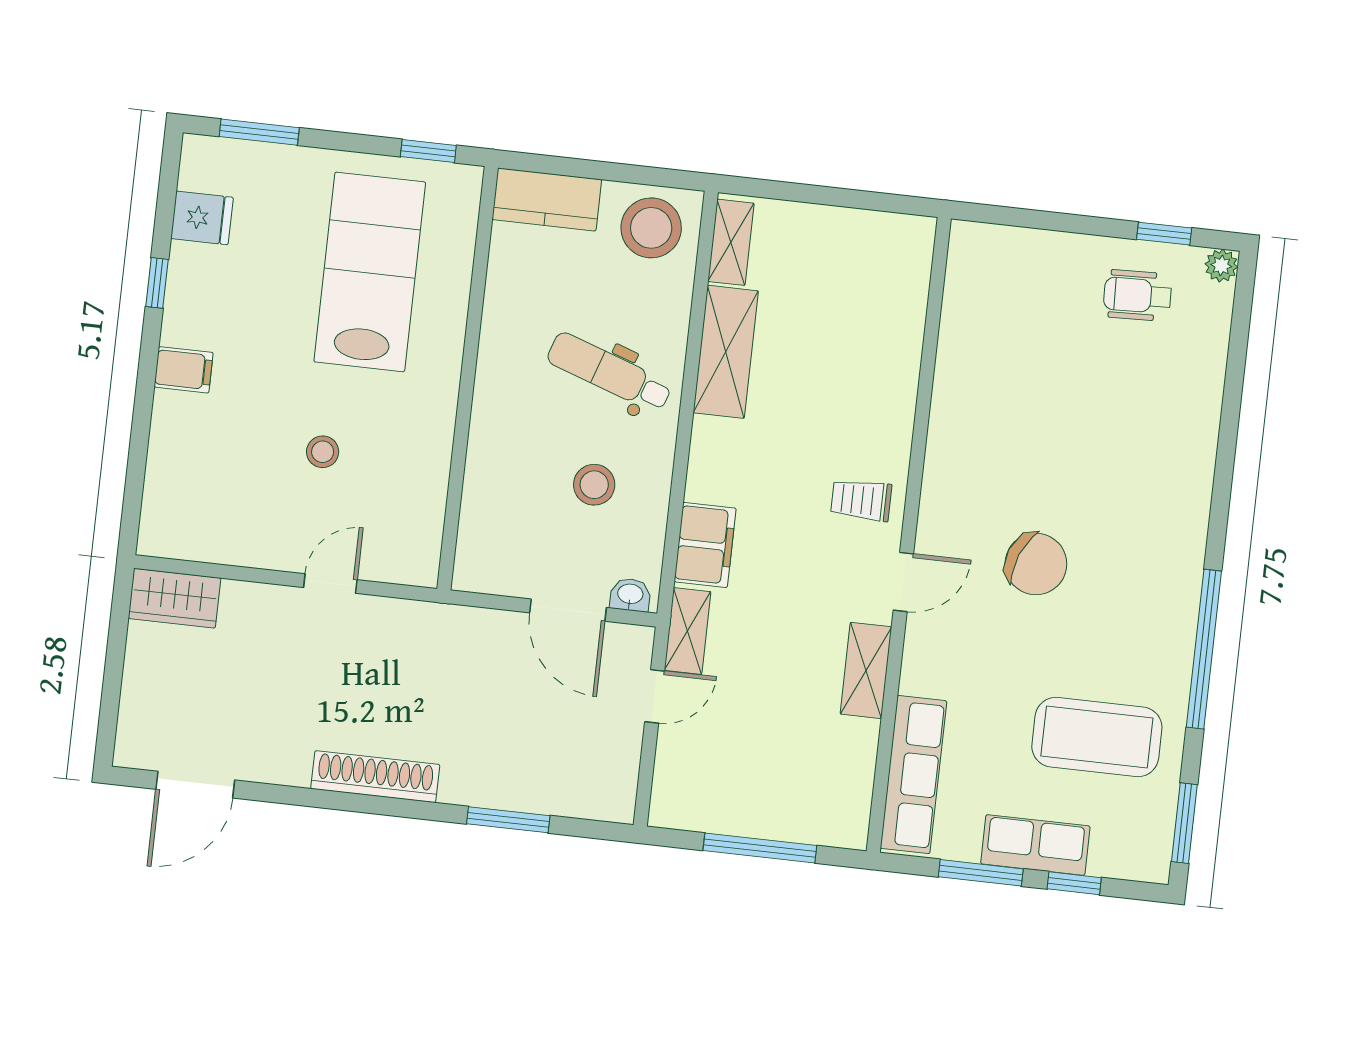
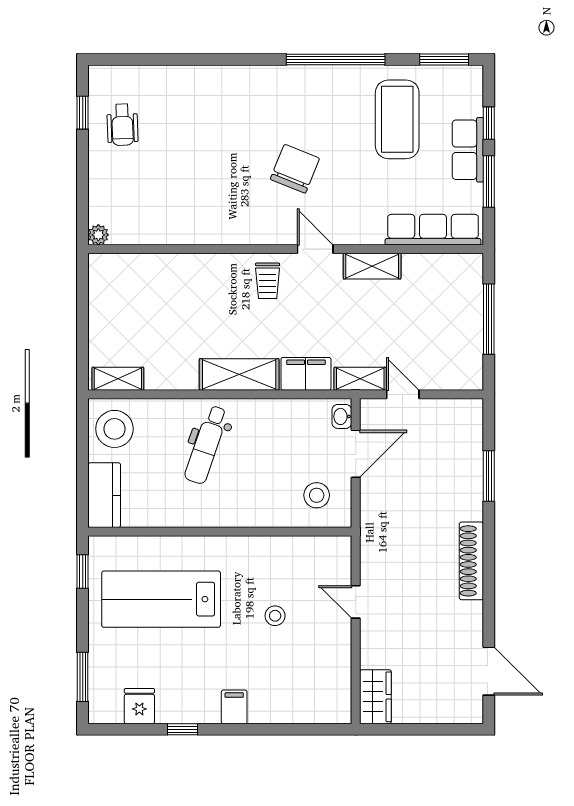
plant: (1221, 266) -> (98, 235), moved
shelving: (726, 352) -> (239, 374), moved
stool: (594, 485) -> (317, 495), moved

